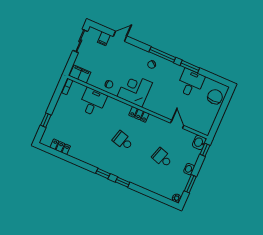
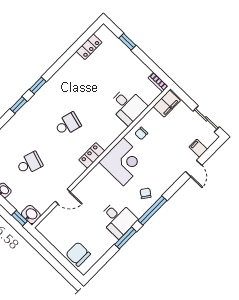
desk: (191, 83) -> (118, 219), moved
chair: (215, 97) -> (78, 254), turned 180

